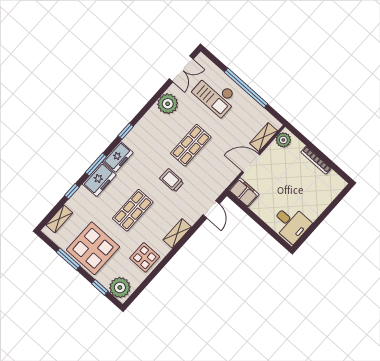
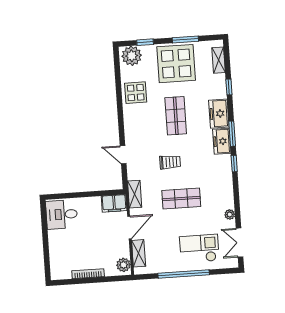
plant: (168, 104) -> (230, 214), width x0.53, depth x0.53
shop shelf: (191, 145) -> (181, 198), turned 90
window: (96, 164) -> (232, 134), moved
door: (211, 209) -> (123, 155), moved
shelving: (177, 233) -> (135, 194), moved

